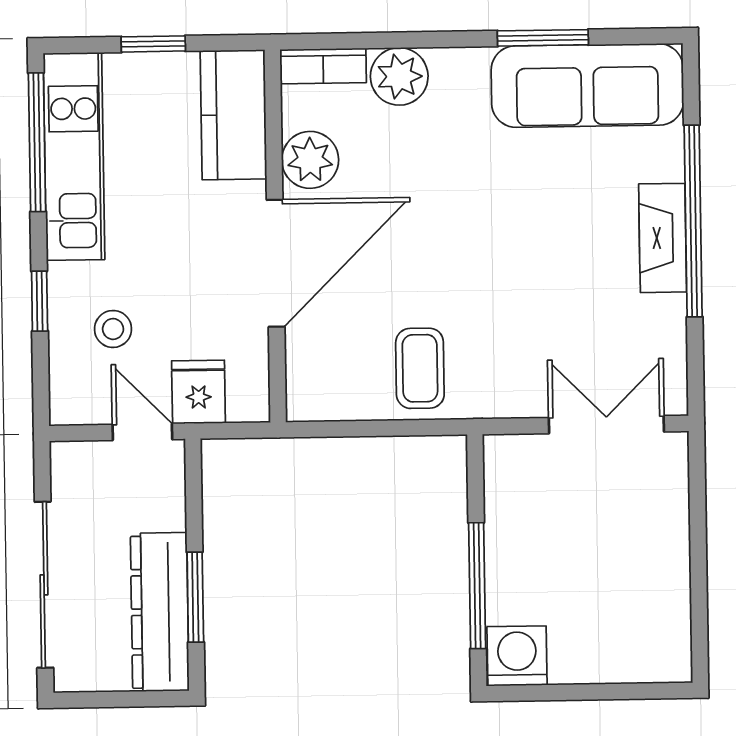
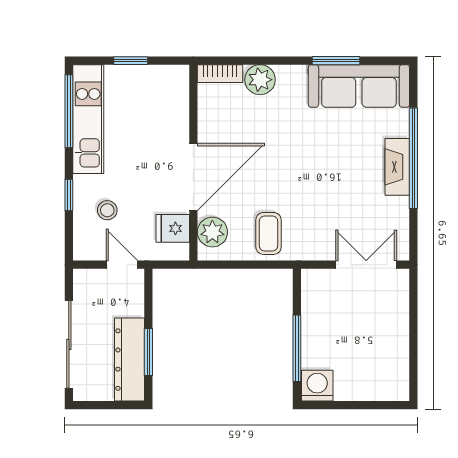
kitchen counter: (233, 115) -> (172, 99), removed
plant: (310, 160) -> (212, 232), moved
fridge: (199, 392) -> (173, 228), moved, turned -90

